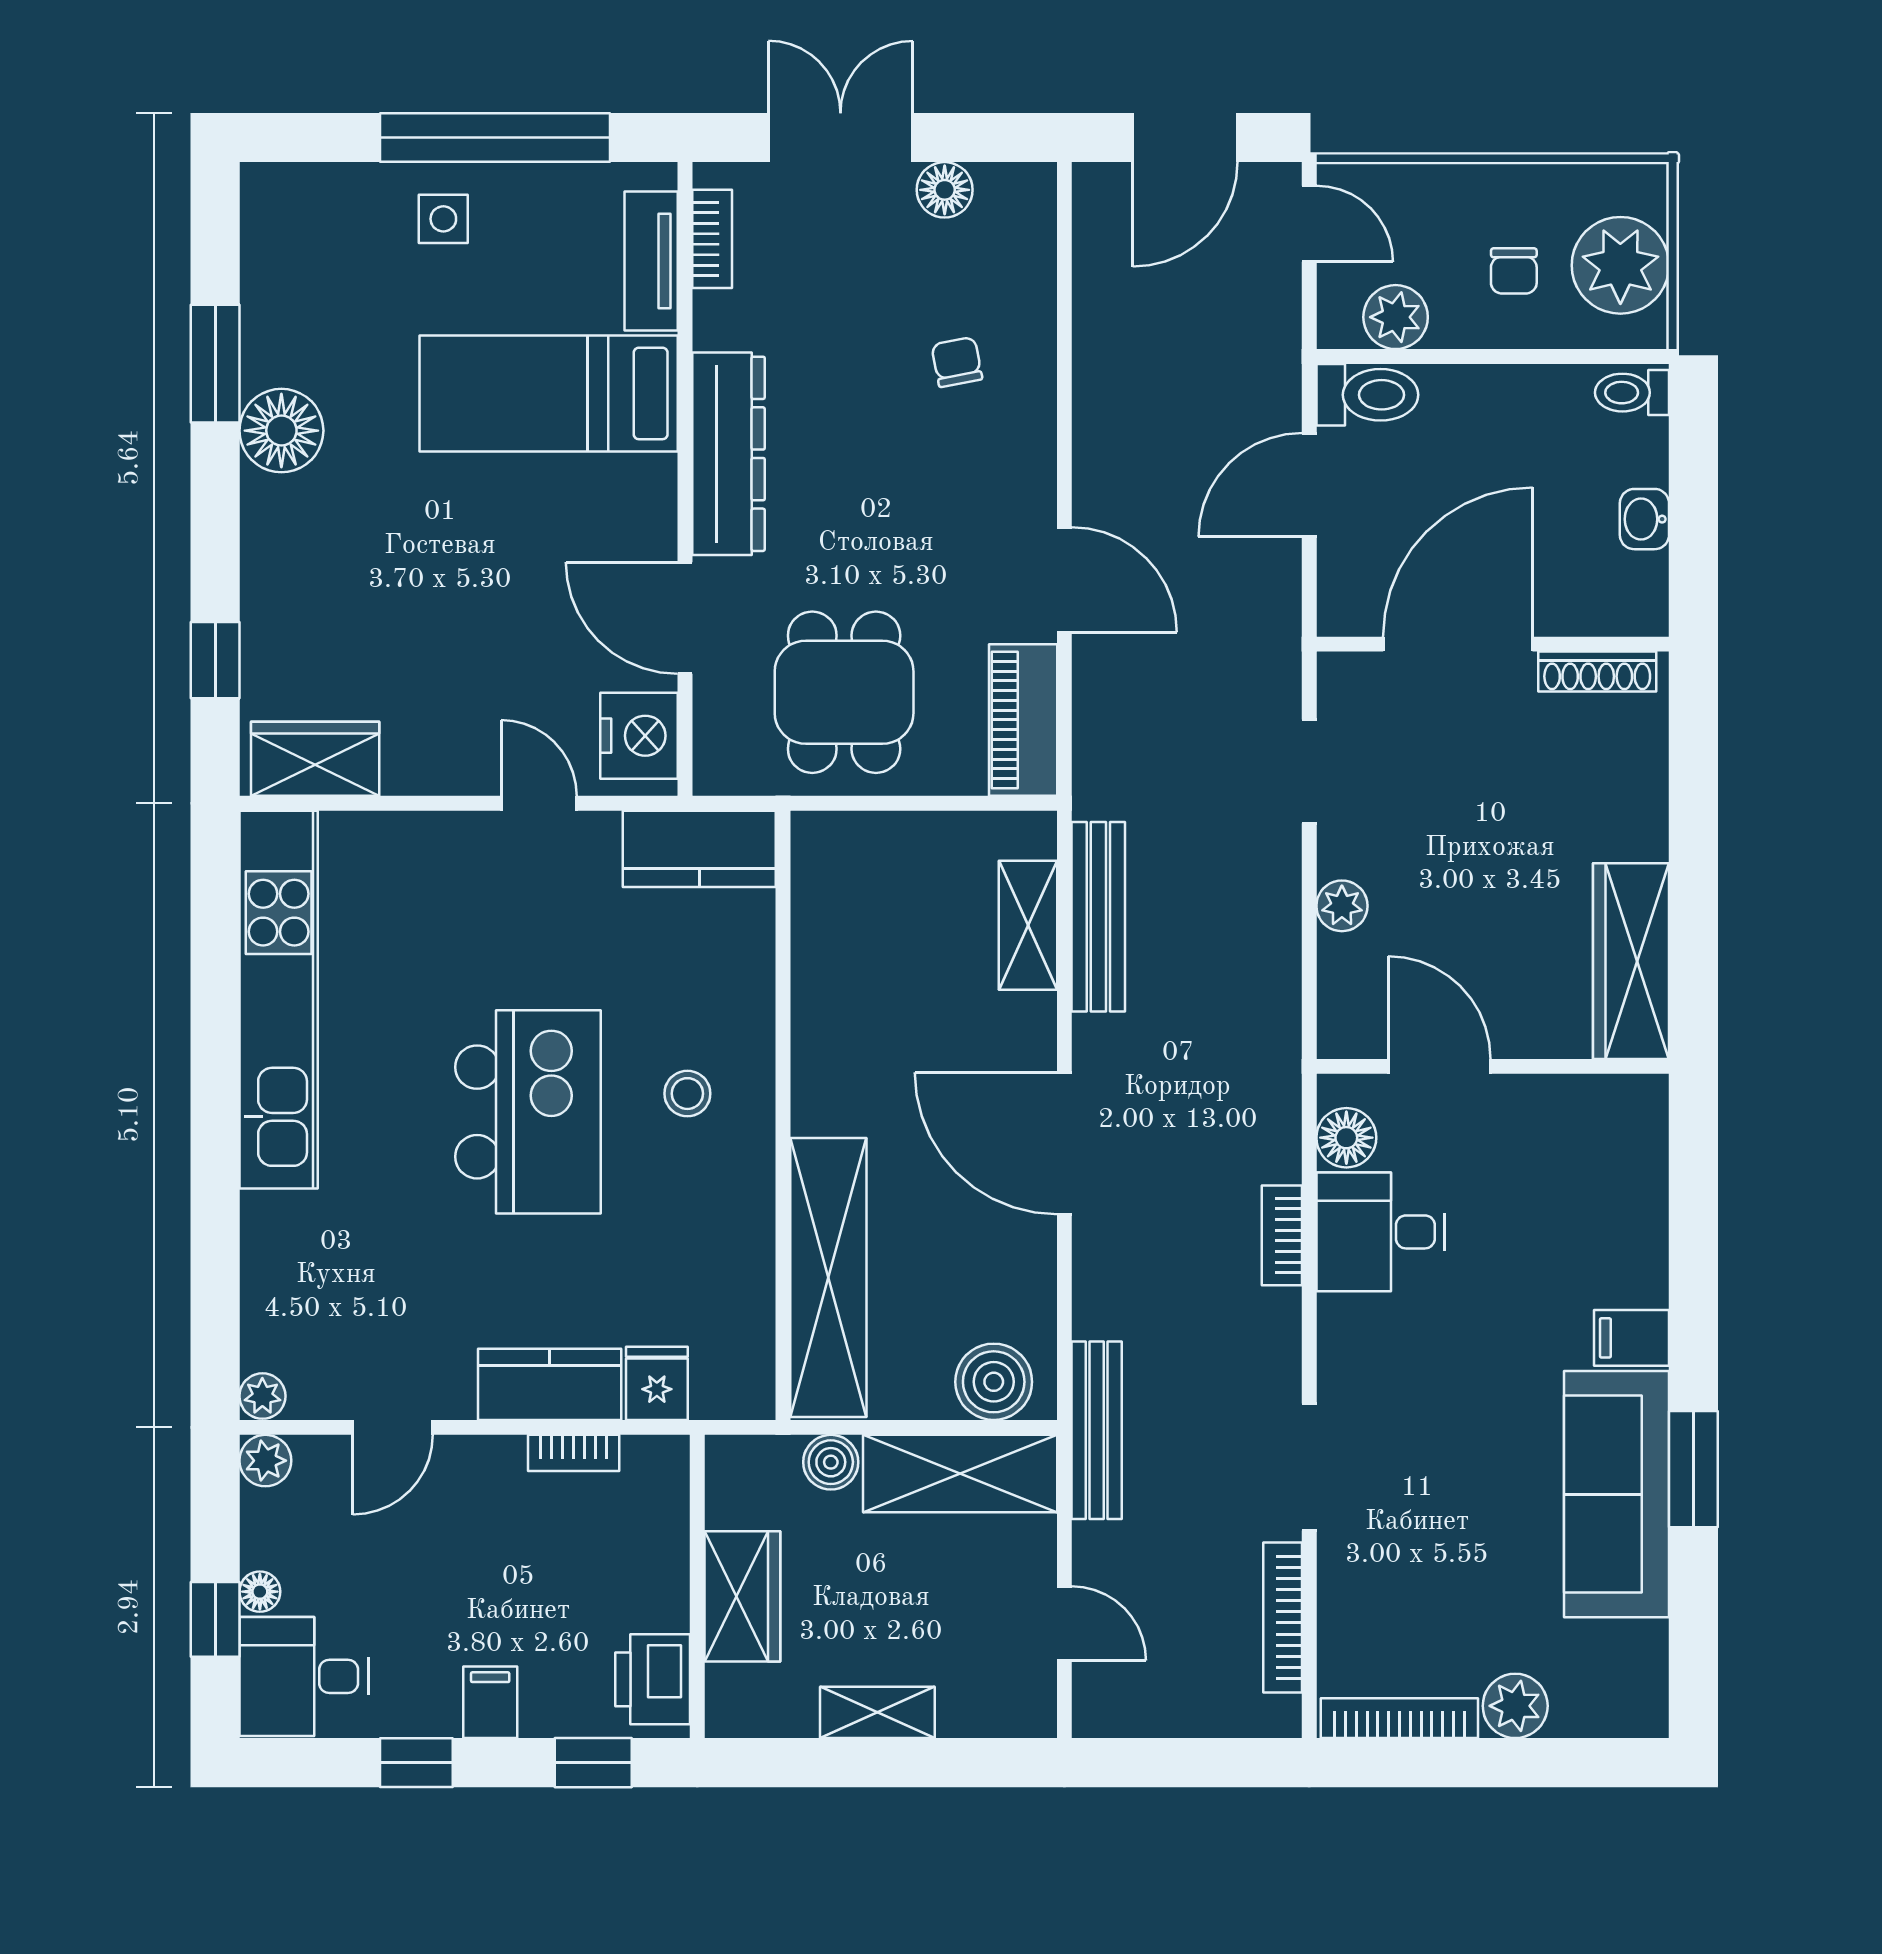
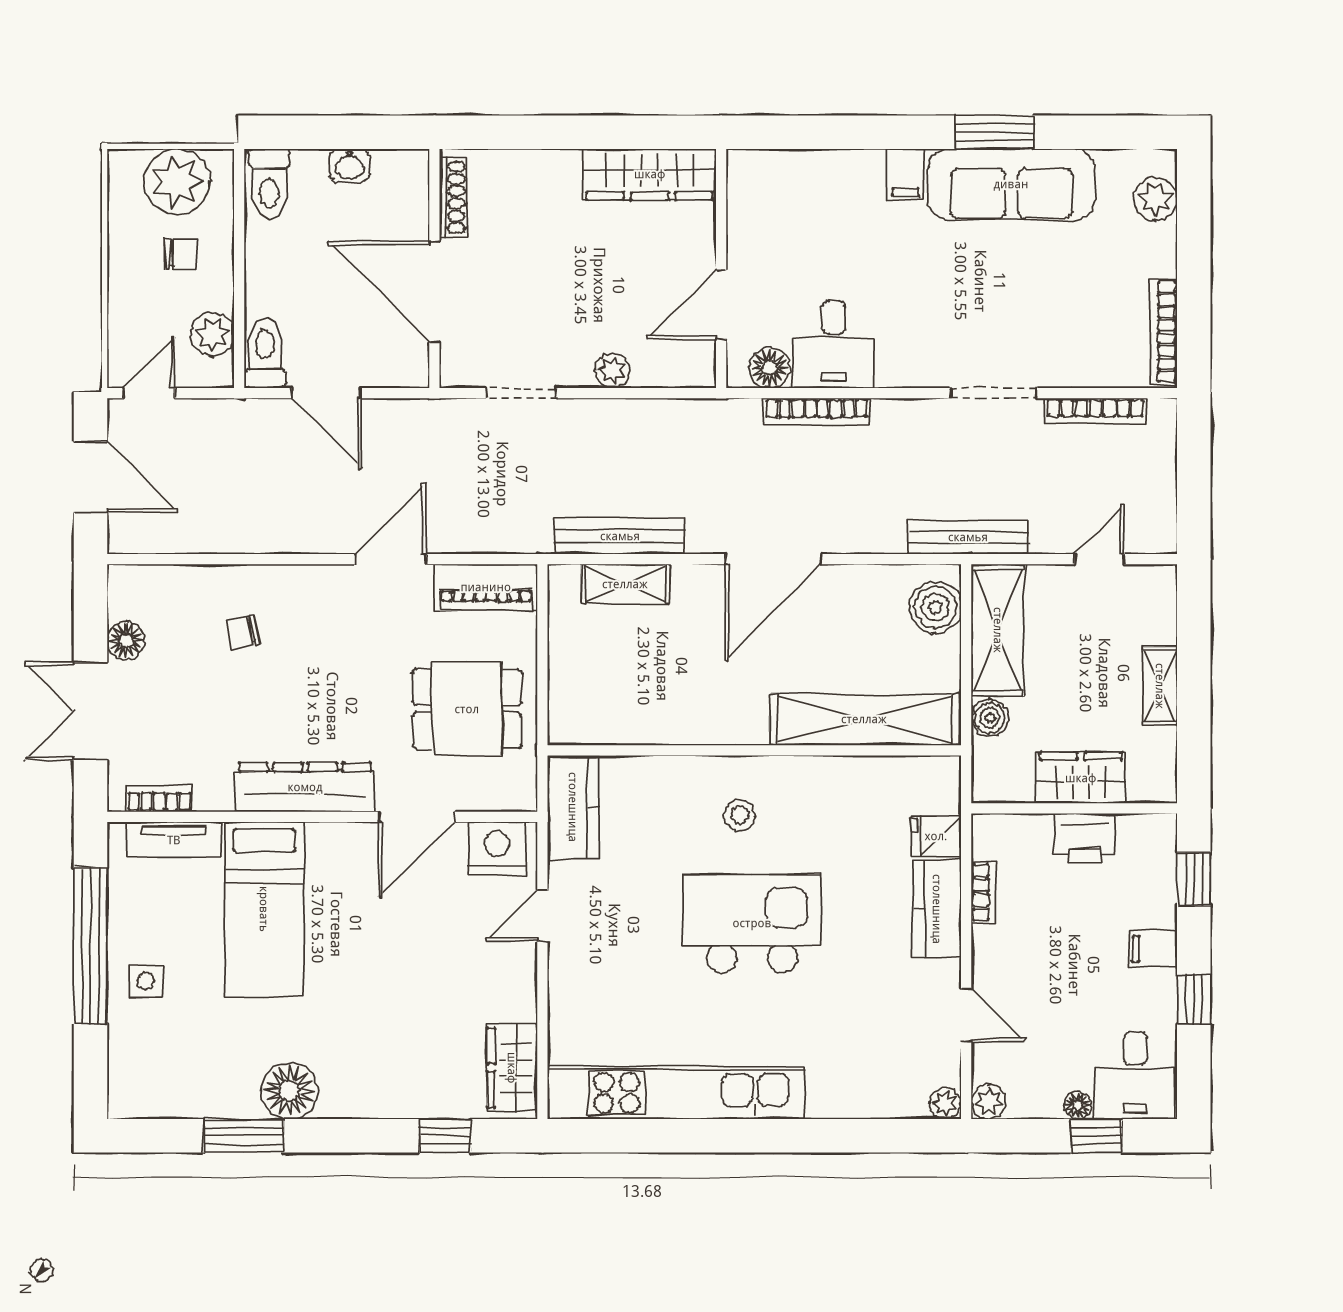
toilet: (1632, 393) -> (269, 183), width x1.37, depth x1.39
bookcase: (1282, 1235) -> (817, 412), width x1.56
printer: (653, 1679) -> (1084, 839), moved
plant: (1515, 1706) -> (1155, 199), moved

